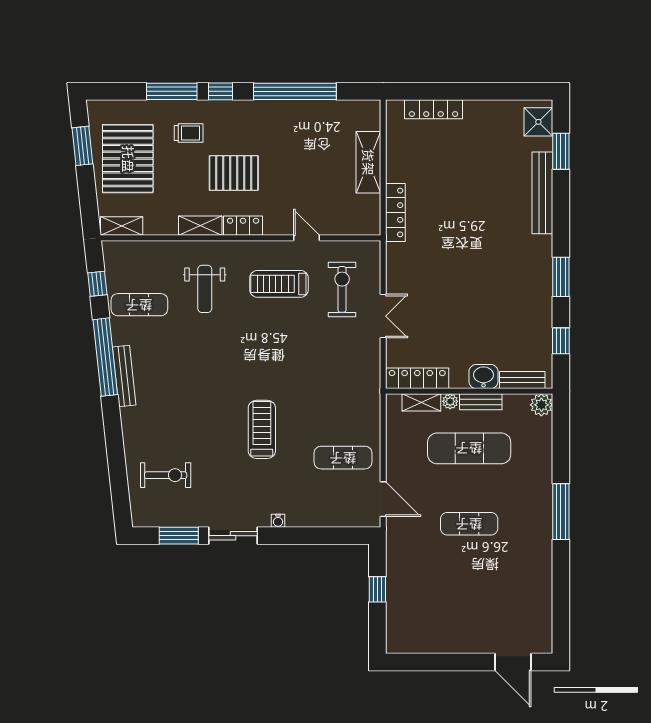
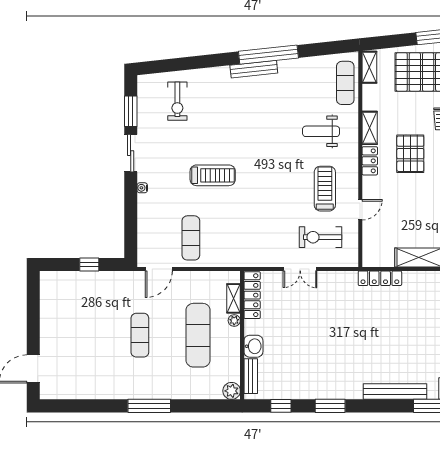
window: (97, 284) -> (325, 49), removed
exercise bike: (342, 289) -> (321, 237), turned 180
exercise mat: (139, 305) -> (345, 83), moved
bench: (481, 402) -> (234, 344), removed

